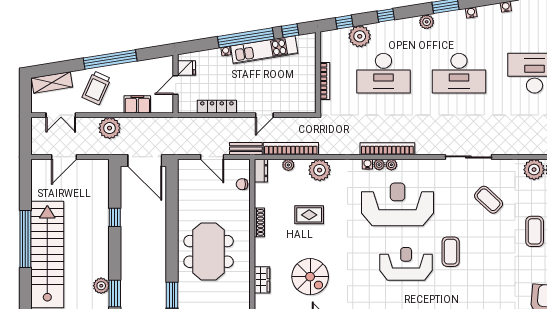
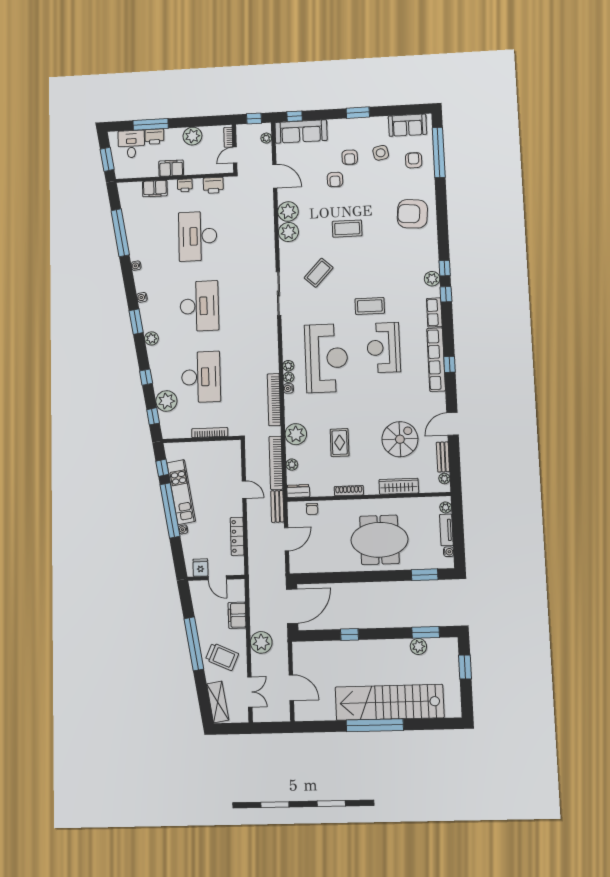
bookcase: (387, 149) -> (274, 400), moved
reception desk: (398, 204) -> (326, 358), turned 180
wardrobe: (262, 280) -> (399, 486), width x1.50

